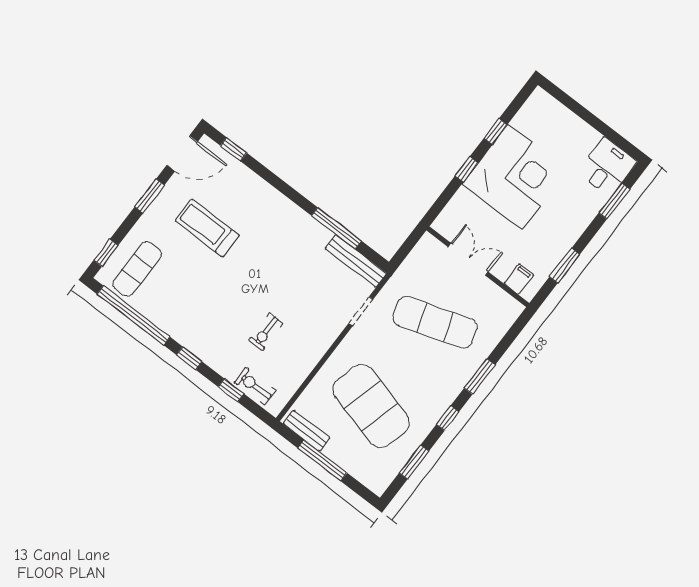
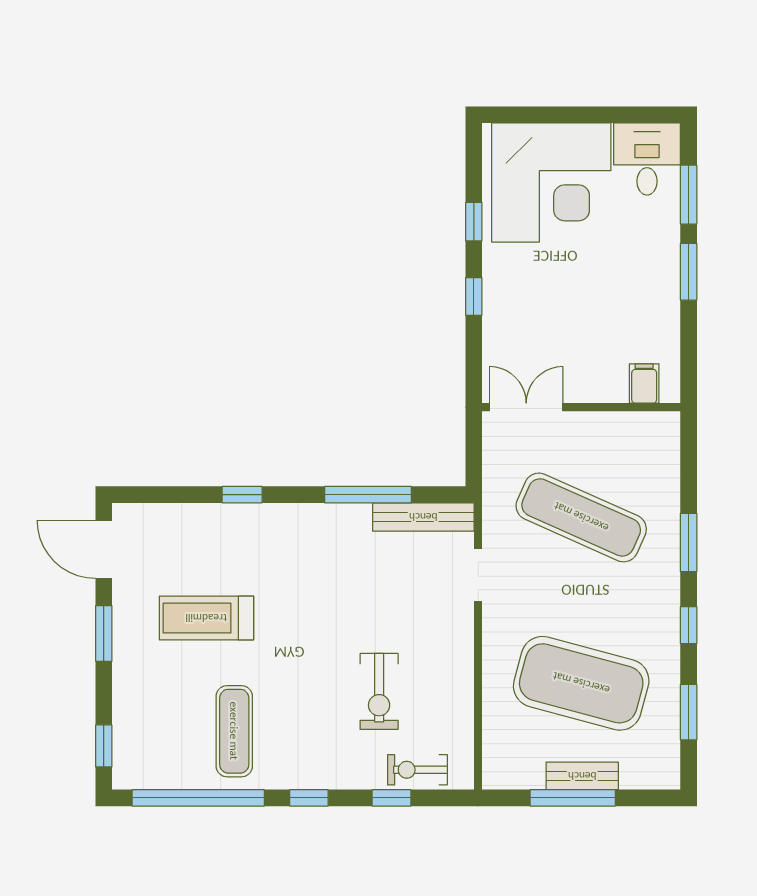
window: (234, 149) -> (242, 495), moved
door: (182, 154) -> (104, 549), swing flipped
corner desk: (515, 177) -> (551, 183), moved, turned 90
double door: (468, 259) -> (526, 407), moved
window: (565, 266) -> (689, 272), moved
exercise mat: (137, 269) -> (234, 731), moved
exercise mat: (435, 322) -> (581, 517), turned 42
exercise bike: (266, 332) -> (379, 691), width x1.38, depth x1.39
bench: (307, 431) -> (582, 776), moved

